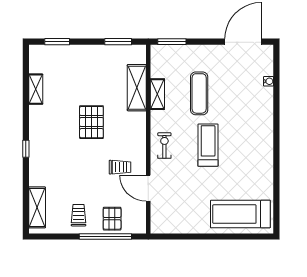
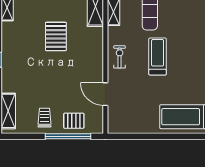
trolley: (120, 167) -> (81, 76), removed
pallet: (112, 219) -> (74, 121), turned 90

